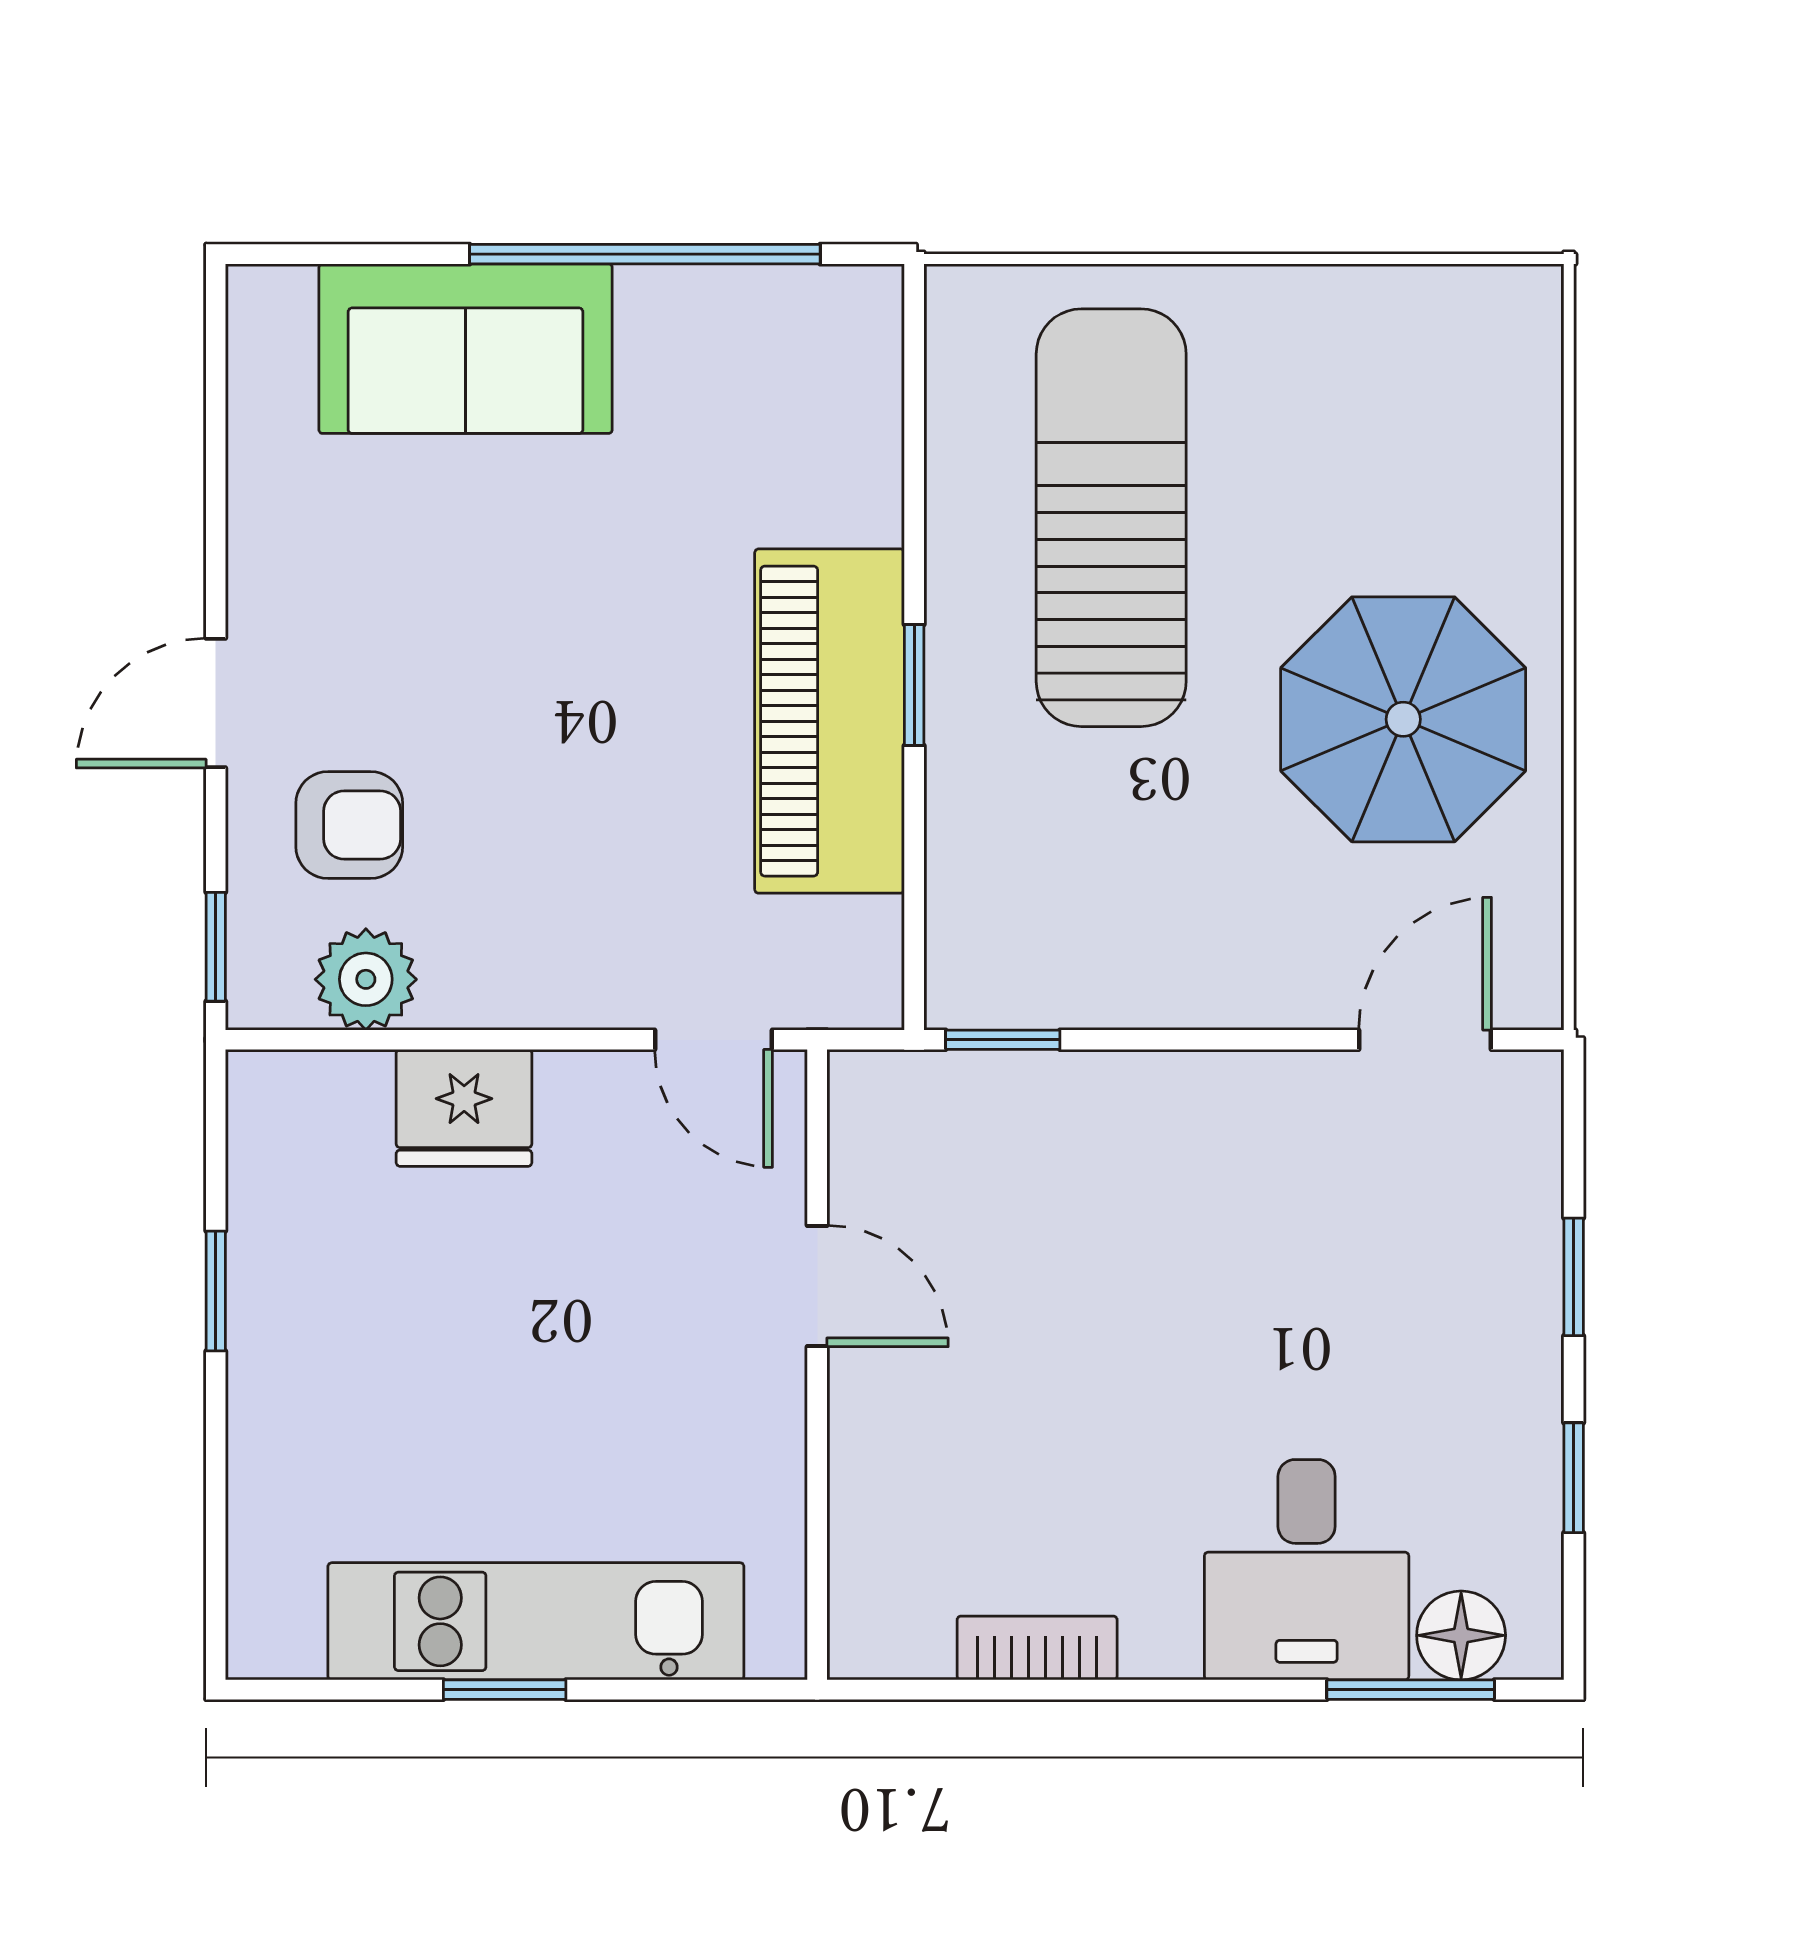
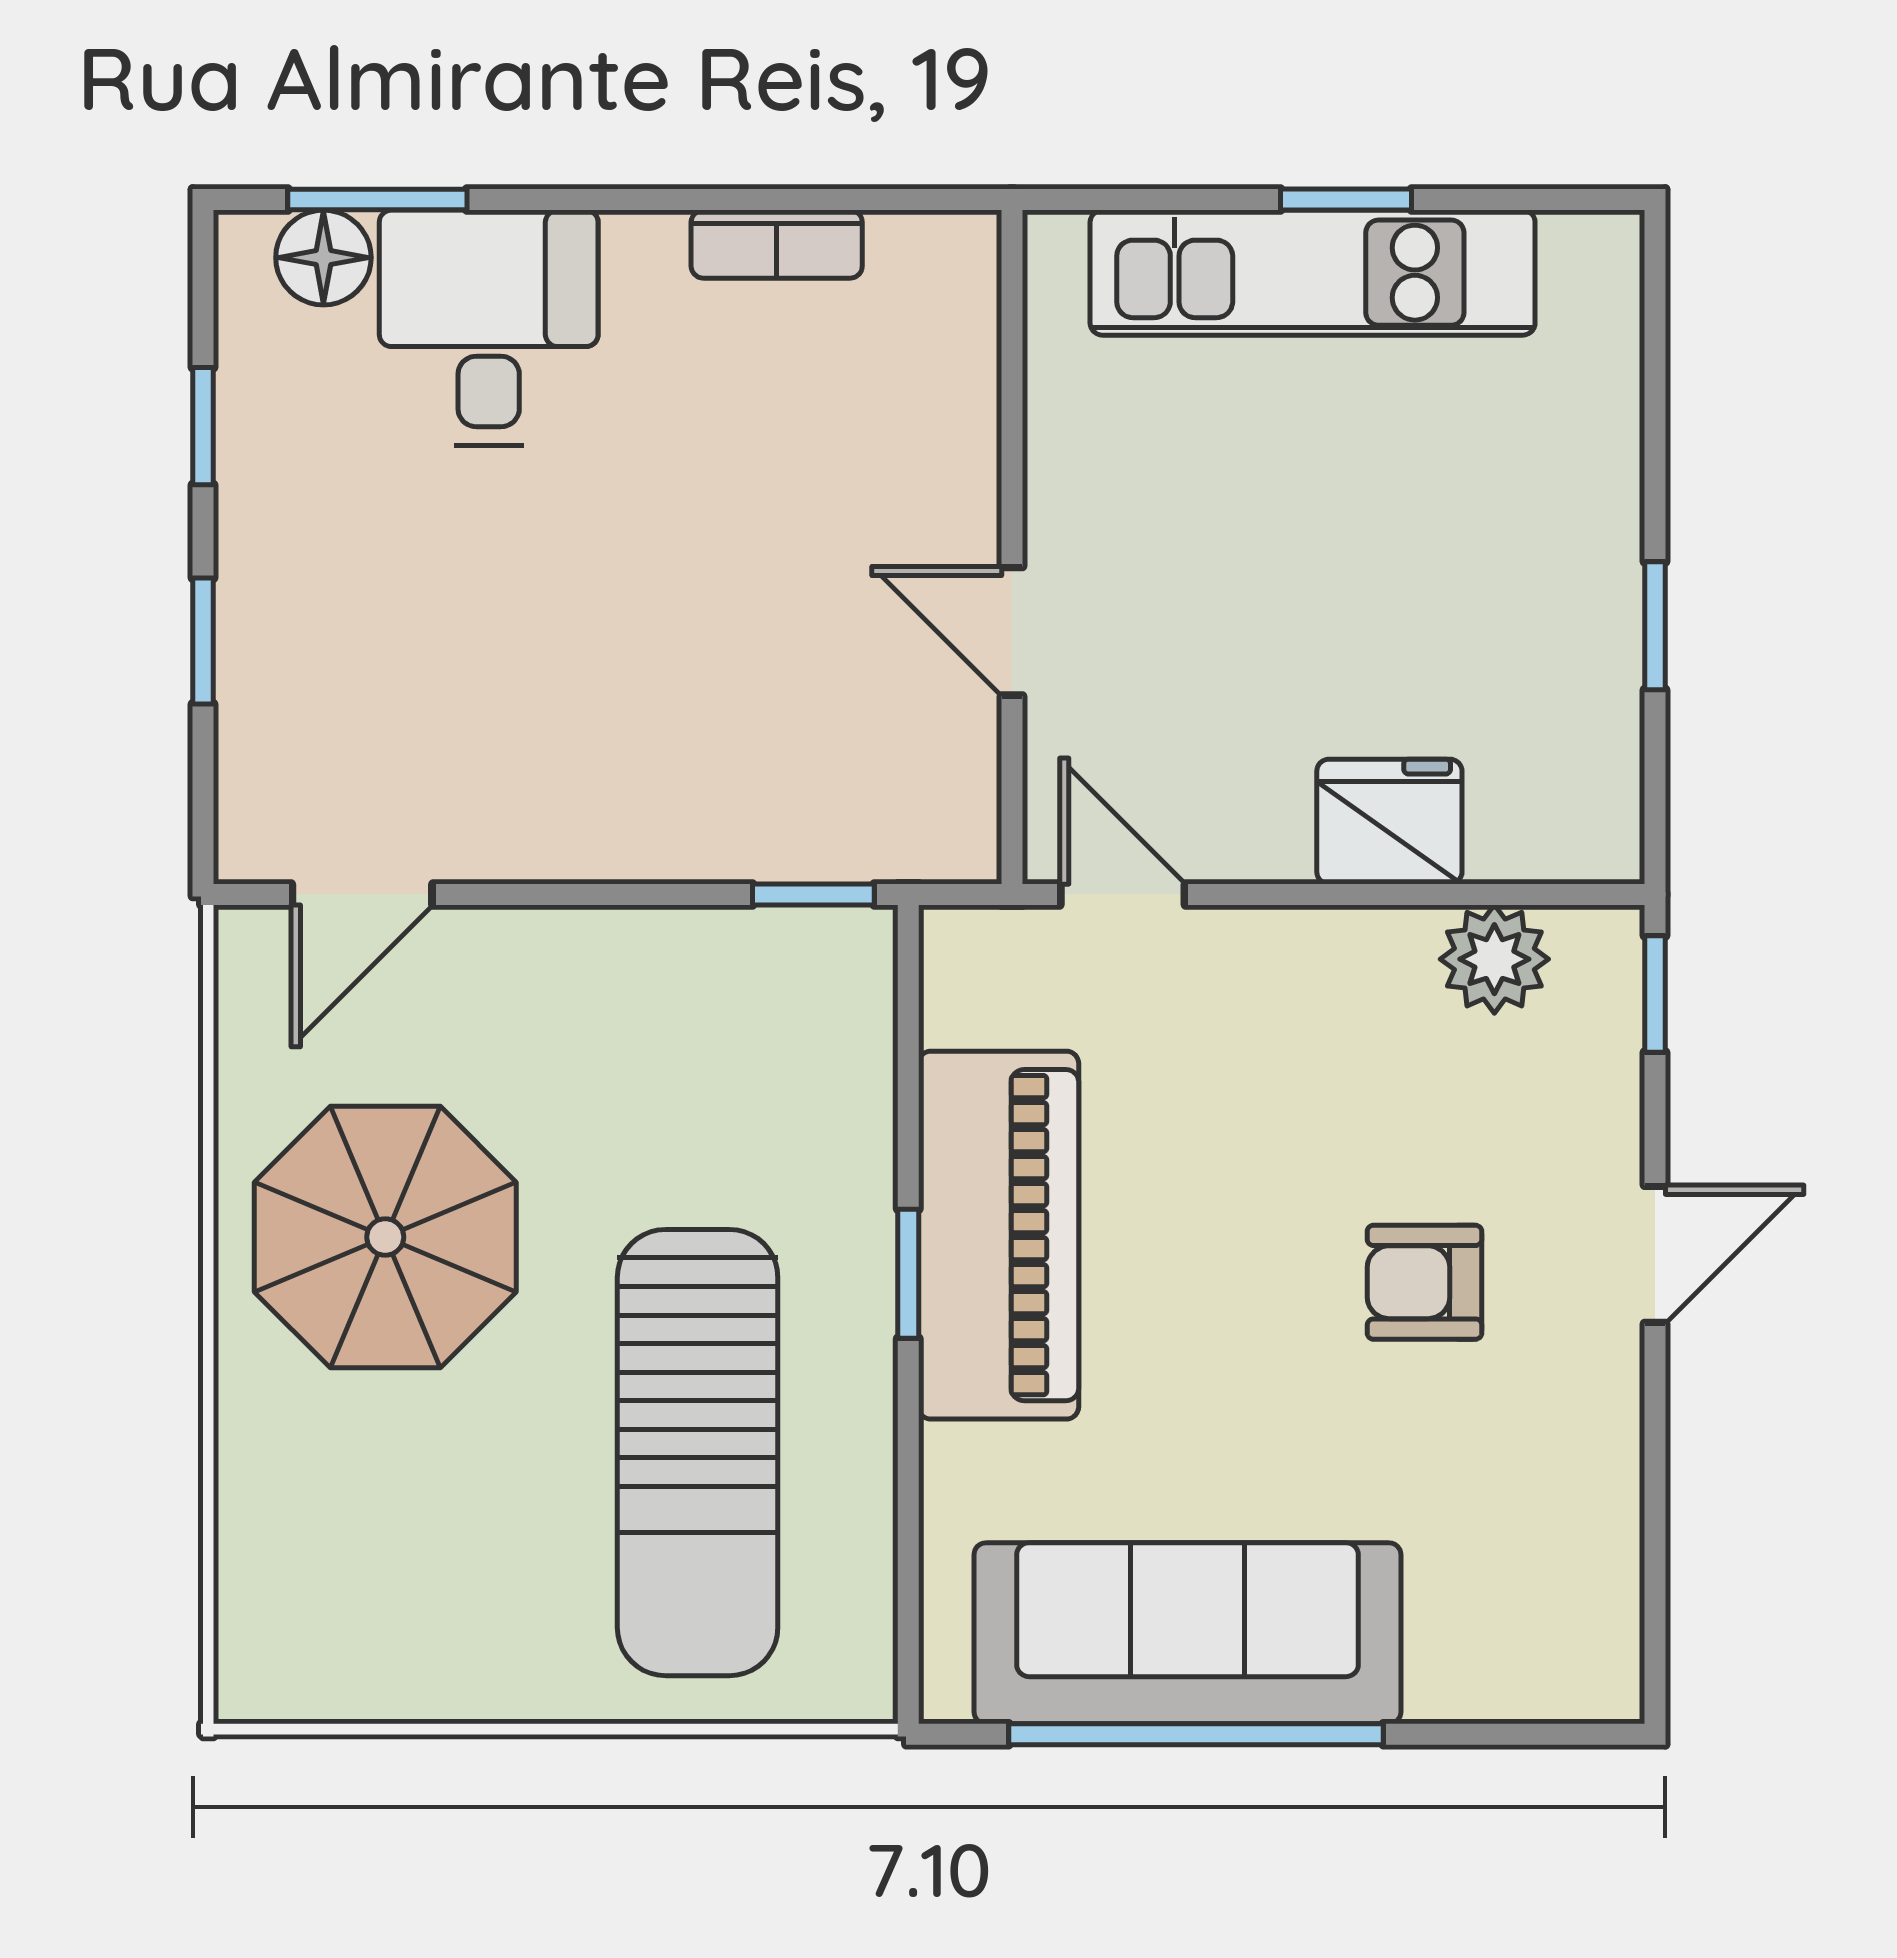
sofa: (466, 349) -> (1187, 1633), moved, width x1.36
armchair: (349, 825) -> (1424, 1282), moved

